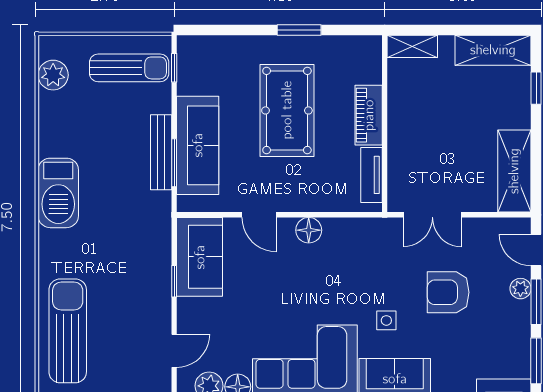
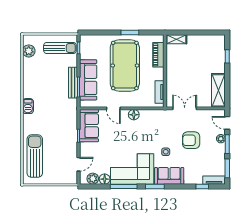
shelving: (493, 50) -> (210, 41), removed
pool table: (287, 110) -> (125, 66), width x1.36, depth x1.32
piano: (369, 115) -> (158, 55), moved
barbecue: (58, 193) -> (28, 106), width x0.53, depth x0.65
double door: (432, 215) -> (185, 108), swing flipped

